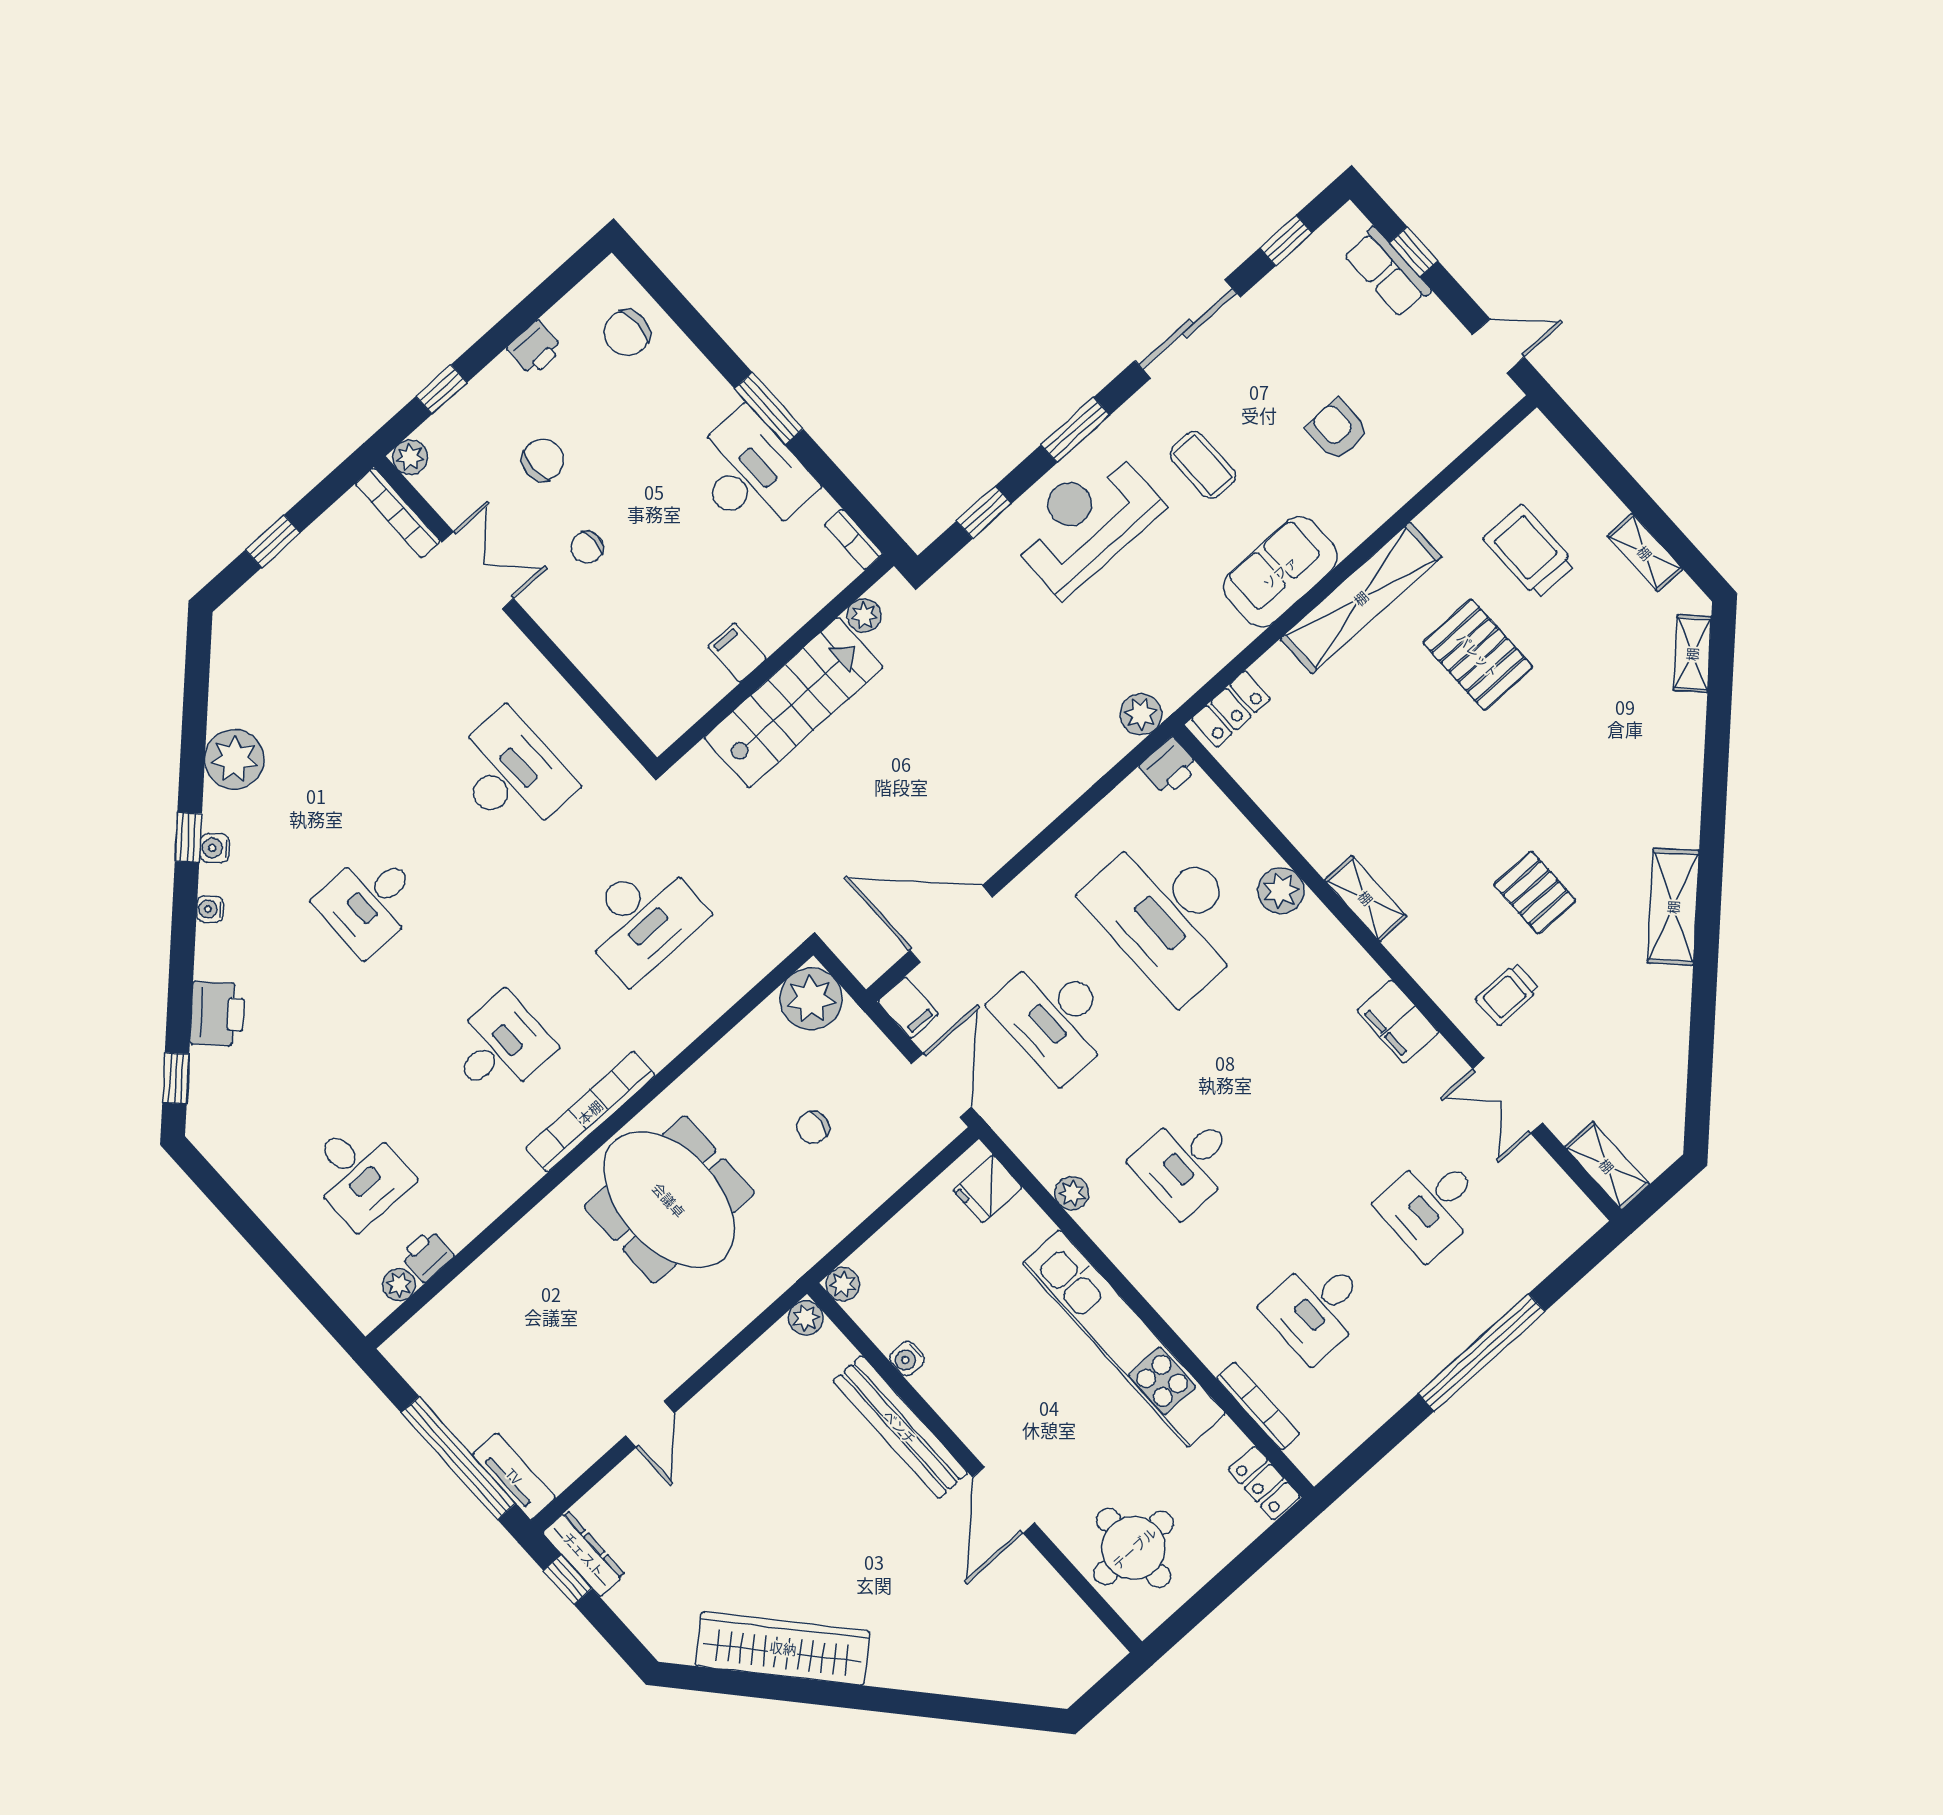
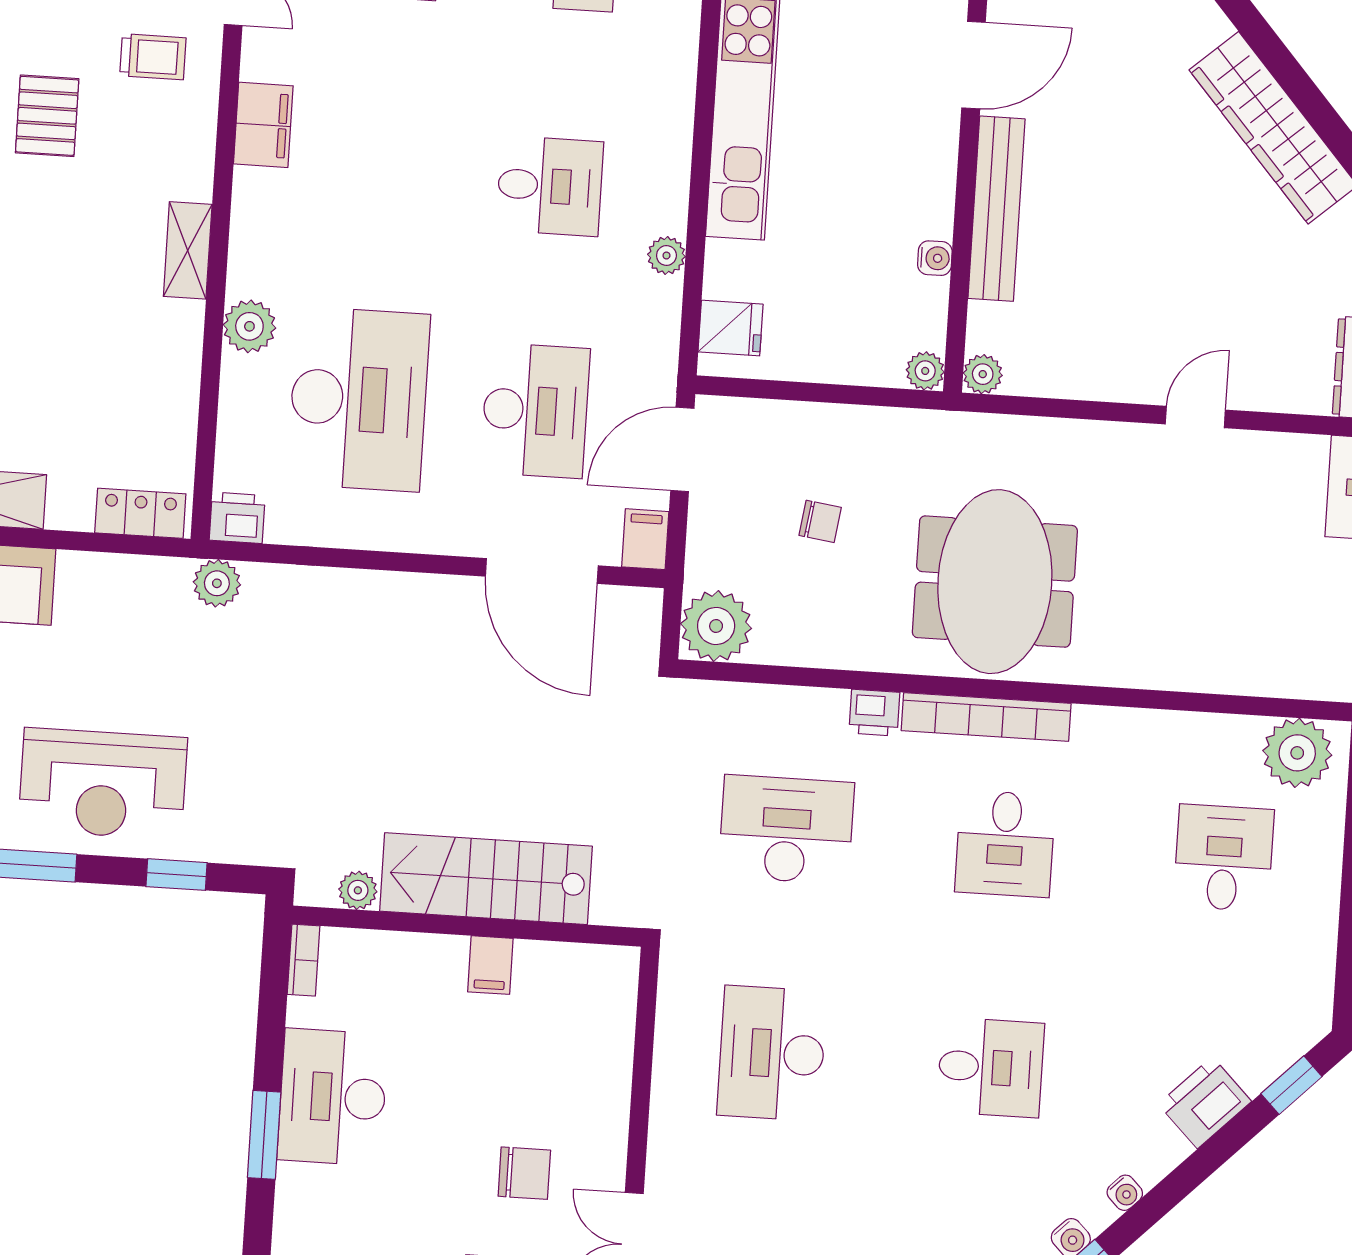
chair: (587, 547) -> (524, 1173), width x1.37, depth x1.37
desk: (500, 1047) -> (1005, 844), turned -90
printer: (427, 1255) -> (874, 713), moved
plant: (399, 1285) -> (1297, 753), width x1.88, depth x1.88

